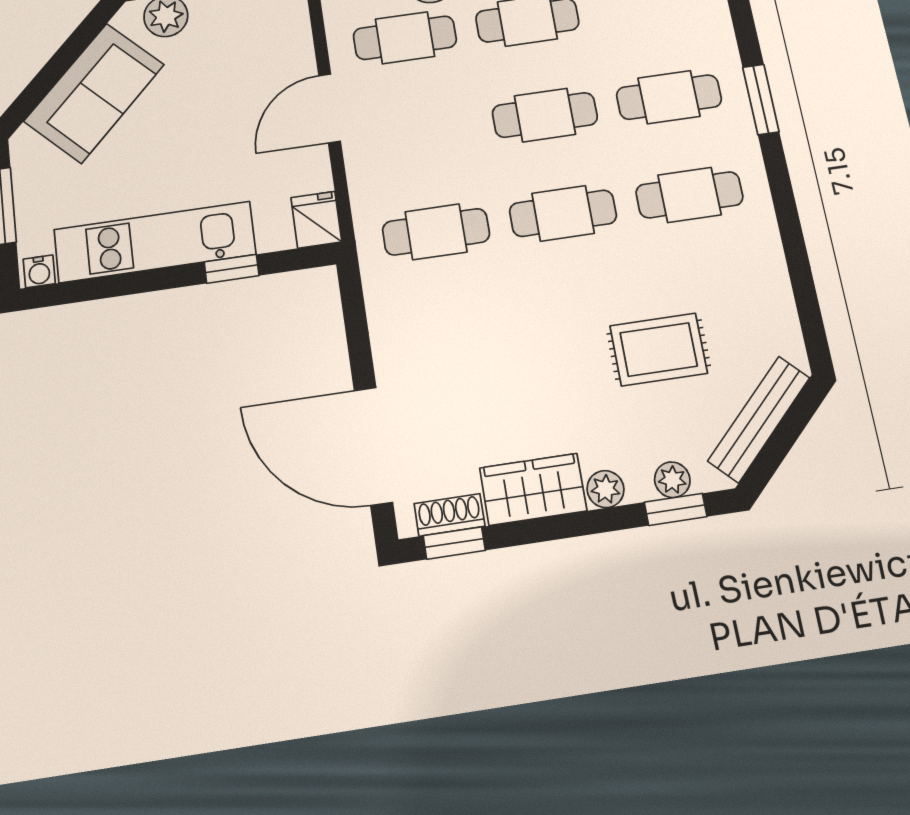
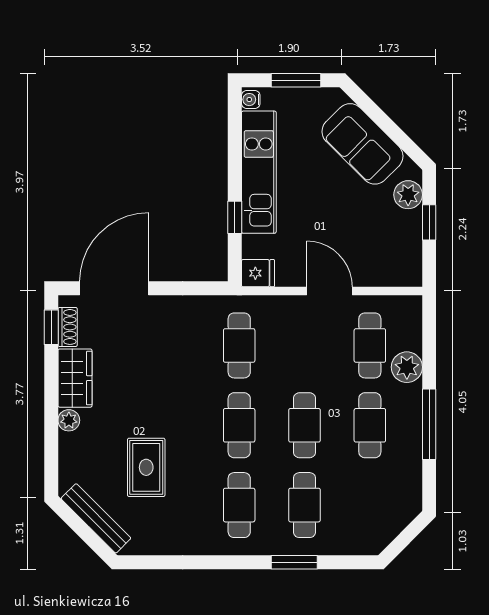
plant: (672, 480) -> (68, 460), removed
window: (676, 509) -> (51, 459), removed

